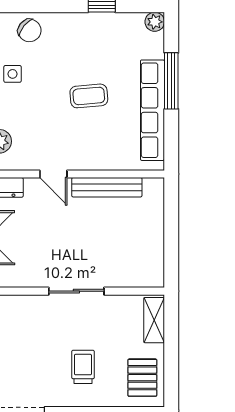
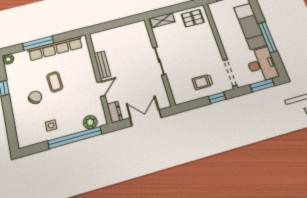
chair: (30, 30) -> (35, 97), moved
bench: (107, 187) -> (102, 65), width x0.73
trolley: (83, 367) -> (202, 82), moved

